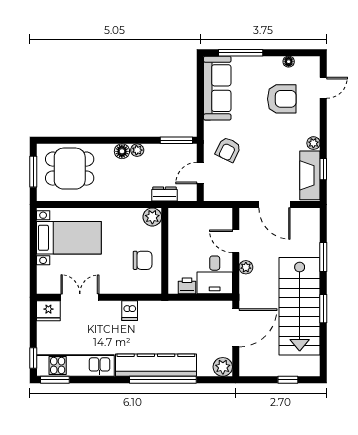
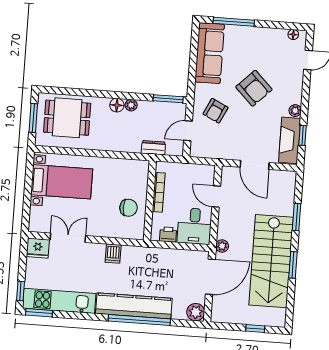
floor lamp: (289, 62) -> (293, 34), moved
armchair: (282, 99) -> (254, 88), moved, turned 45
plant: (152, 217) -> (141, 168), removed
bookcase: (174, 241) -> (159, 192), added
plant: (246, 267) -> (222, 246), moved

